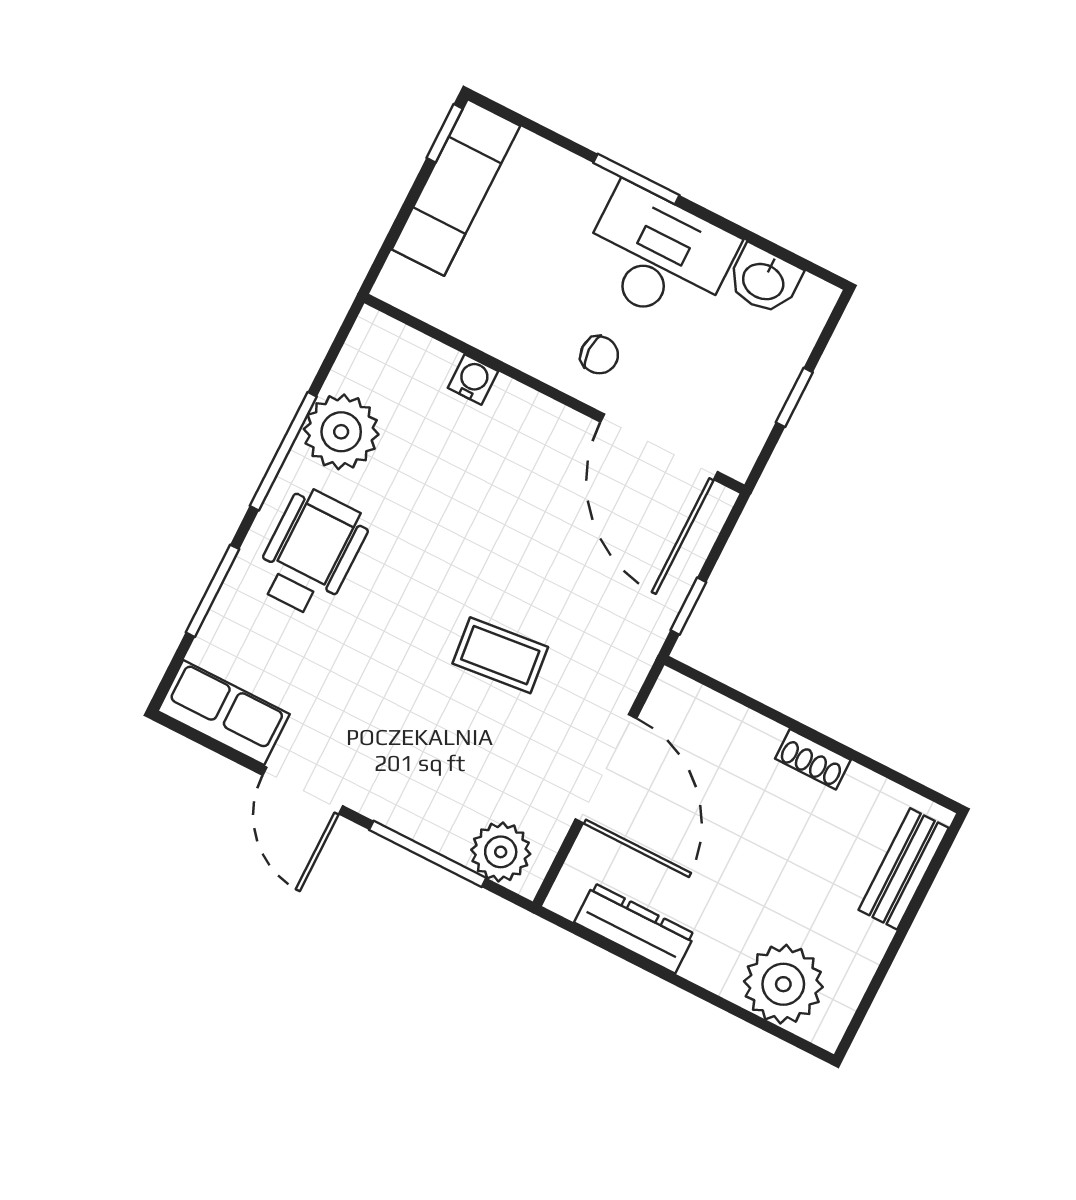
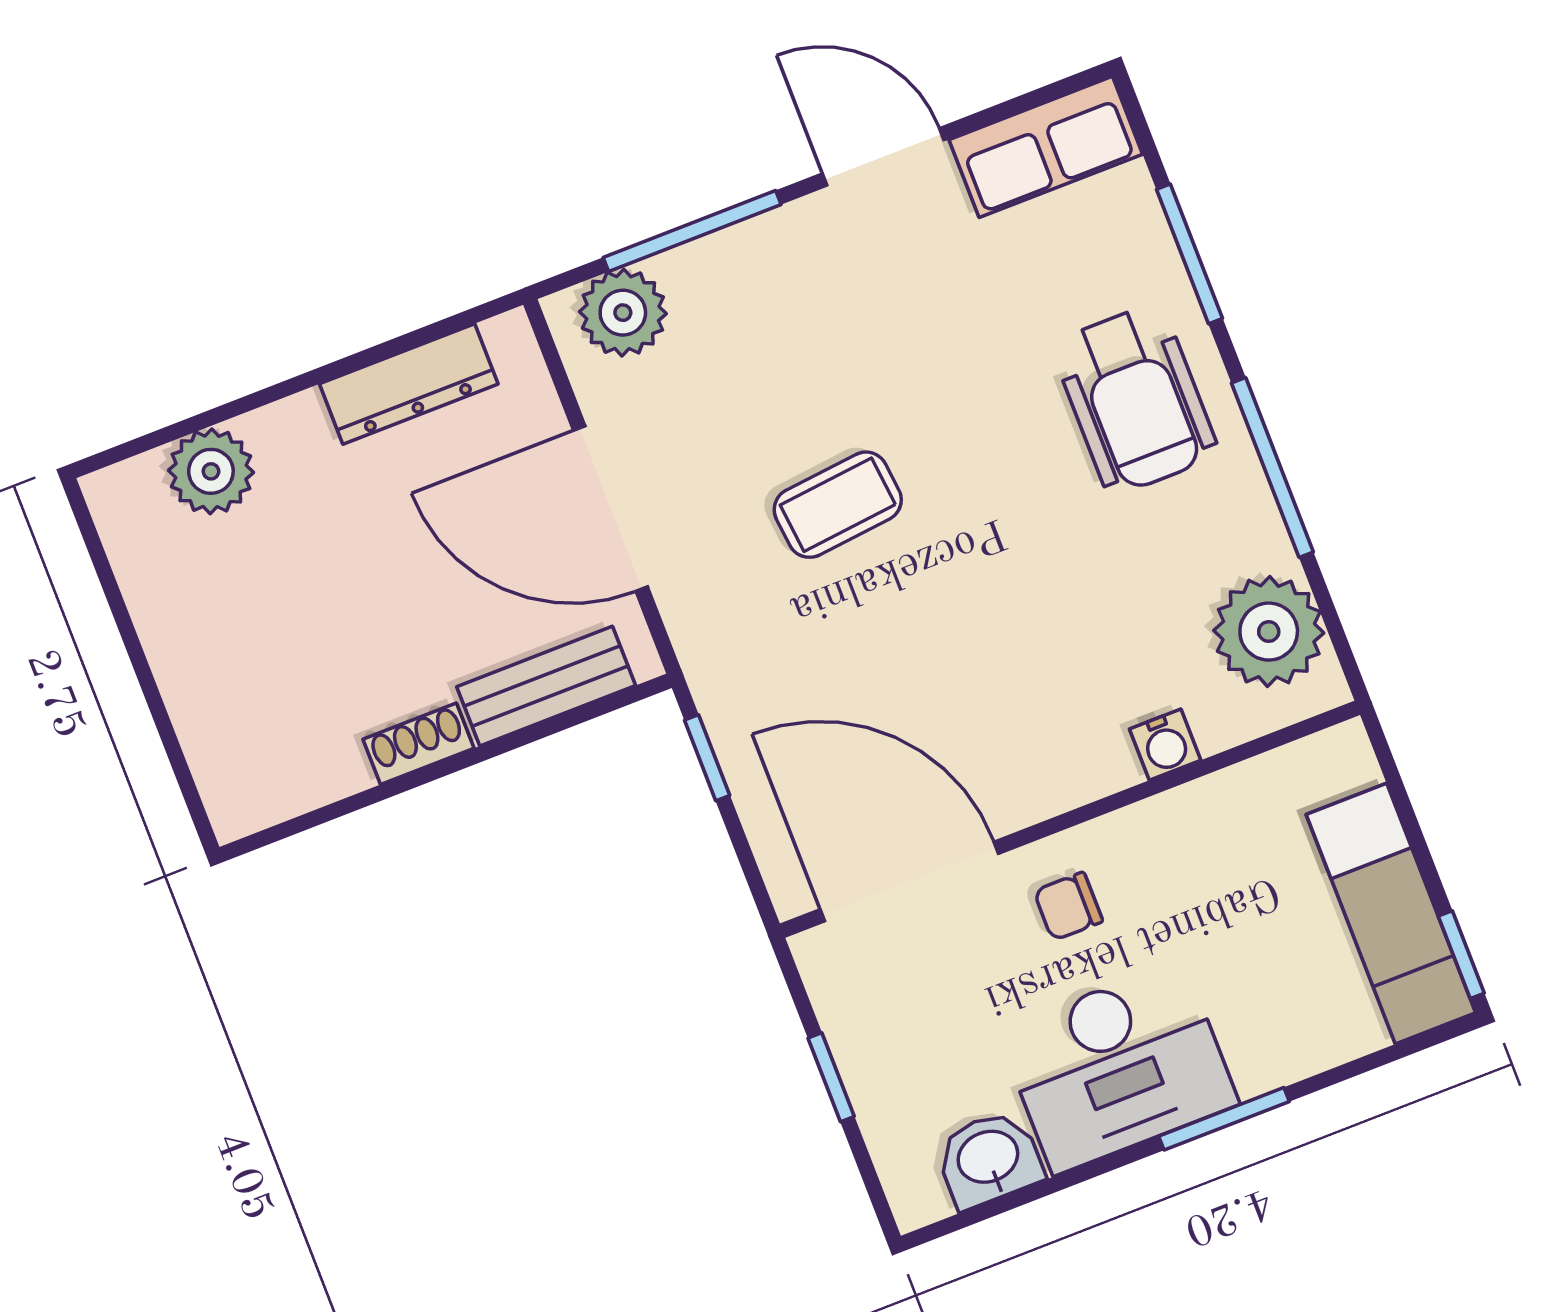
plant: (341, 432) -> (1269, 632), moved
bench: (904, 869) -> (546, 686), moved, turned 90
plant: (783, 984) -> (211, 471), width x0.73, depth x0.73

